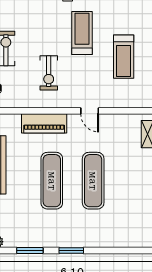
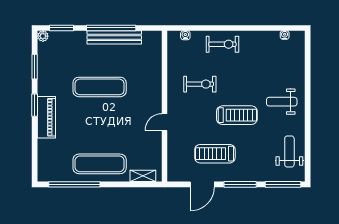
exercise bike: (49, 73) -> (200, 84), turned 180
piano: (44, 123) -> (46, 117), moved, turned 180
exercise mat: (93, 181) -> (100, 164), moved

